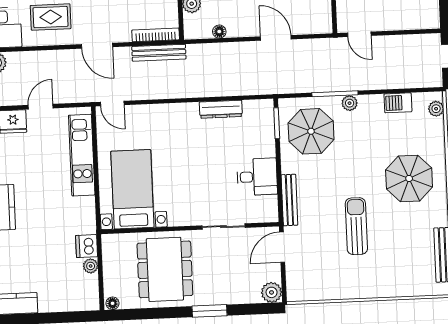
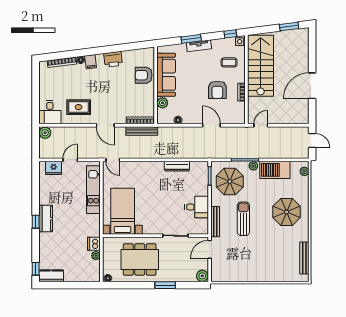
door: (359, 34) -> (261, 125), swing flipped
barbecue: (398, 103) -> (275, 170), width x1.88, depth x1.53
sun lounger: (356, 226) -> (243, 219), moved
dining table: (165, 269) -> (140, 259), turned 90

